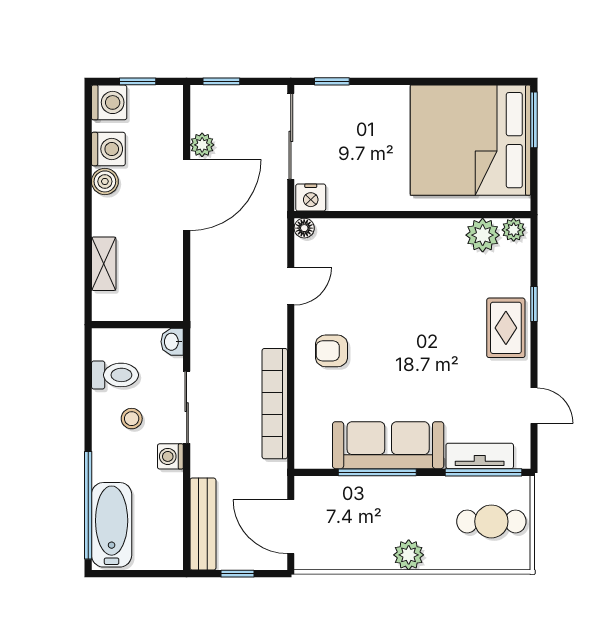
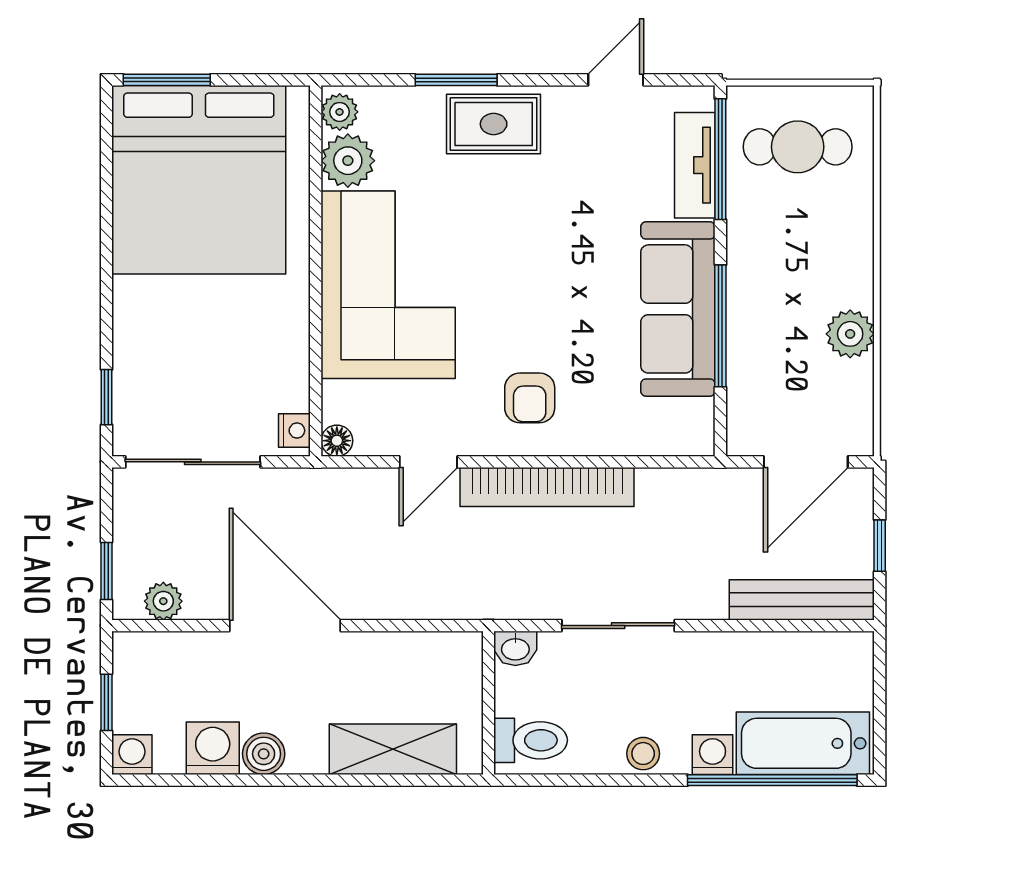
washing machine: (109, 102) -> (132, 755), width x0.73, depth x0.73
plant: (202, 145) -> (163, 601), moved
nightstand: (311, 197) -> (294, 431), width x0.72, depth x0.74
corner sofa: (404, 261) -> (388, 285), added
shelving: (104, 264) -> (393, 749), width x1.50, depth x1.33
door: (291, 286) -> (428, 462), swing flipped
window: (534, 304) -> (456, 80), width x1.50
toilet: (115, 375) -> (531, 740), moved, turned 90
bookcase: (275, 404) -> (547, 487), moved
stool: (132, 419) -> (643, 754), moved
washing machine: (170, 456) -> (713, 755), moved, turned 180
cafe table: (491, 521) -> (798, 147), turned 90
plant: (409, 555) -> (850, 334), moved

